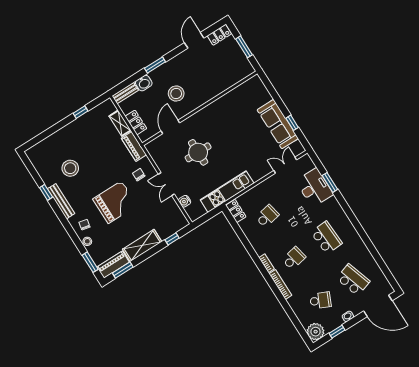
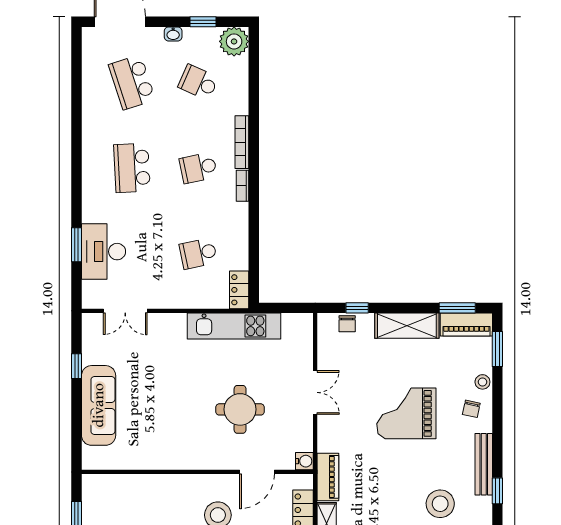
sofa: (278, 124) -> (99, 405), moved
chair: (139, 175) -> (347, 324), moved
water cooler: (185, 201) -> (304, 461), moved

